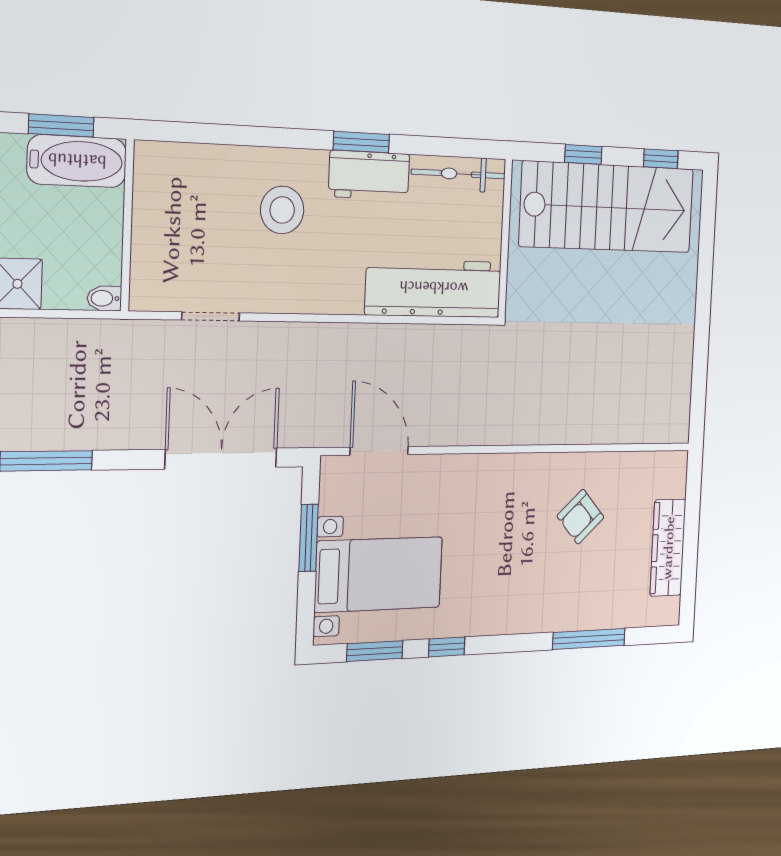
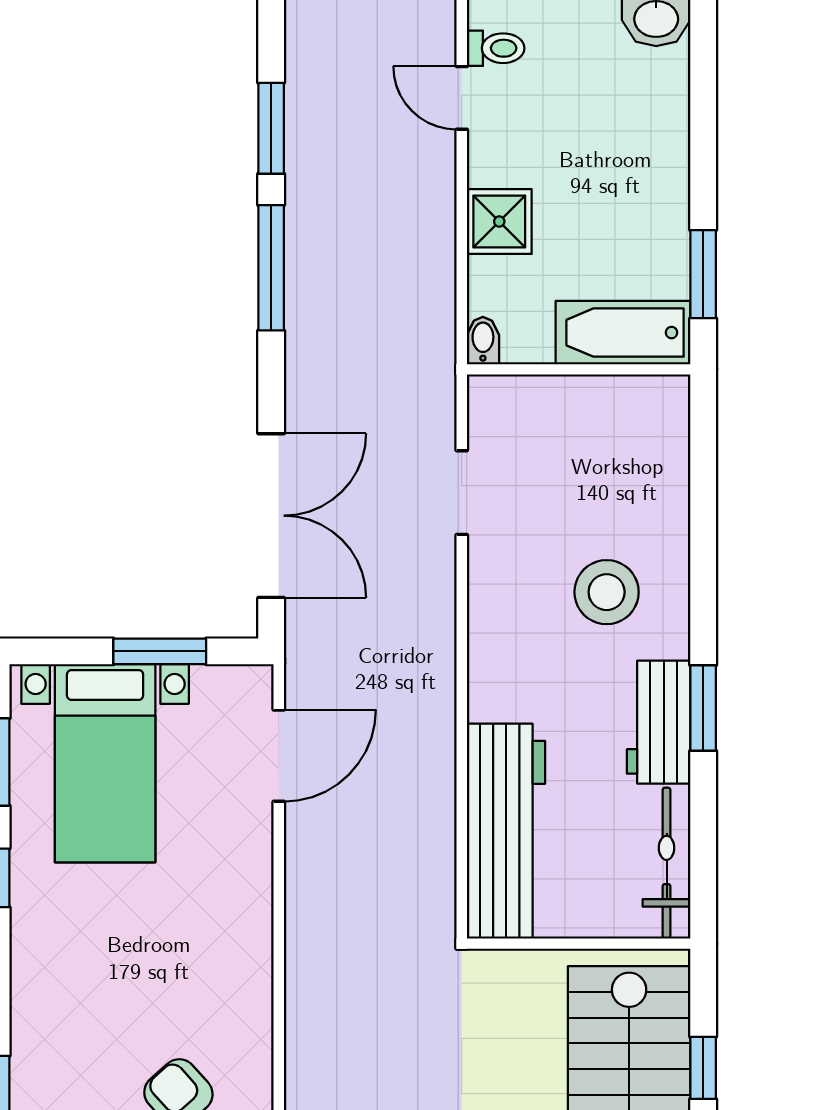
bathtub: (77, 161) -> (623, 333), moved, turned 90

